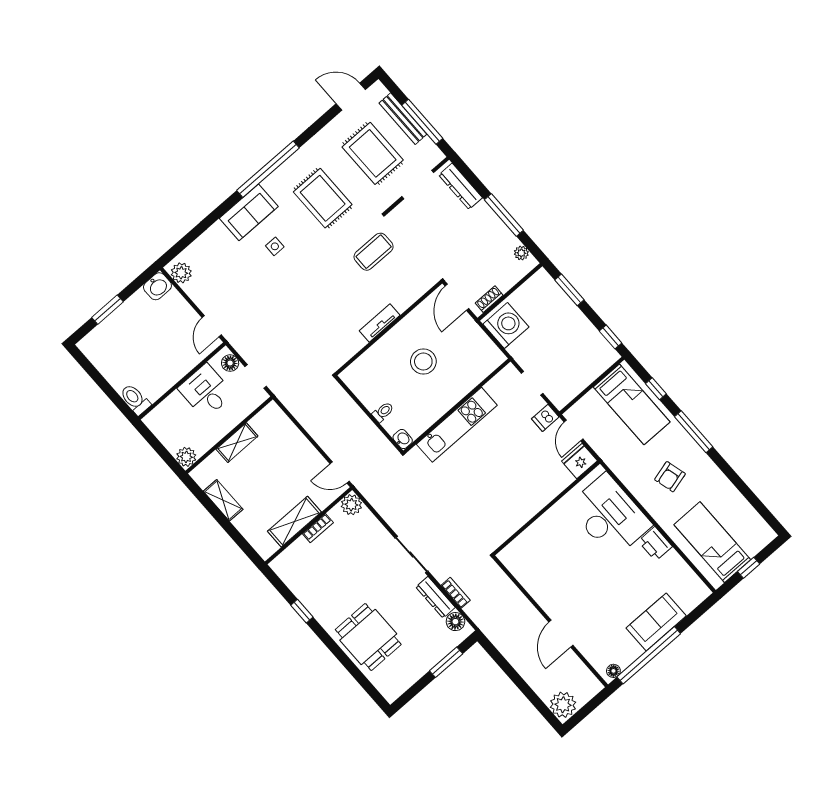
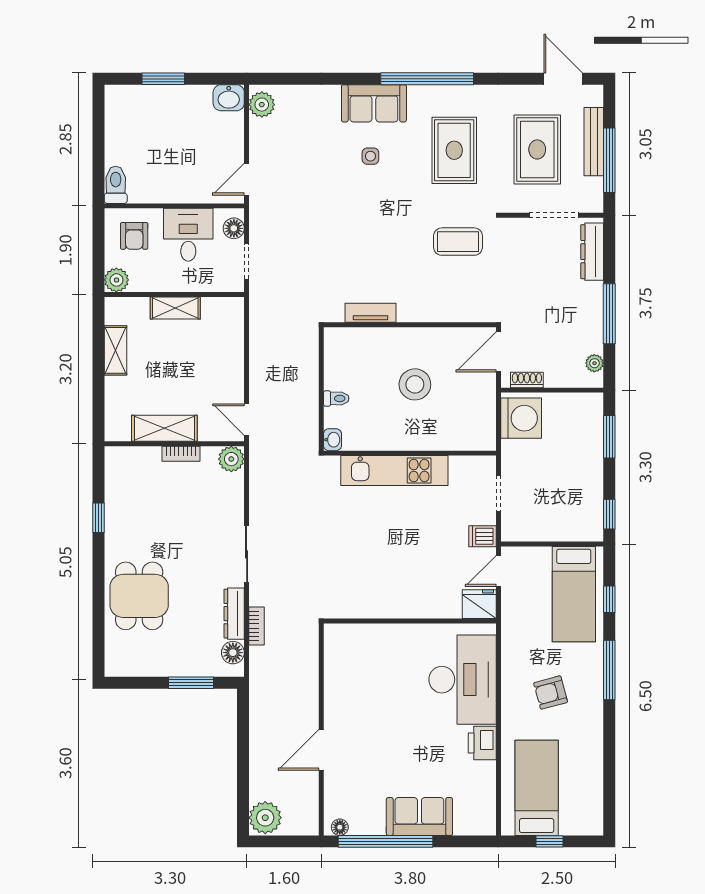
tv unit: (380, 323) -> (370, 313), moved
armchair: (173, 421) -> (134, 236), added

